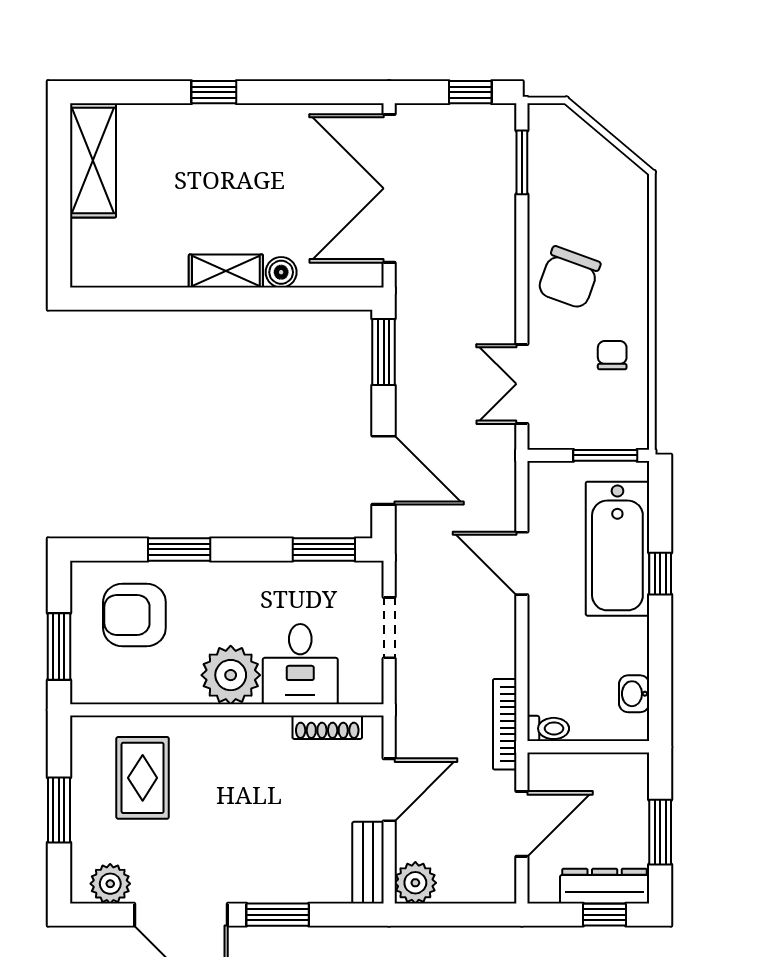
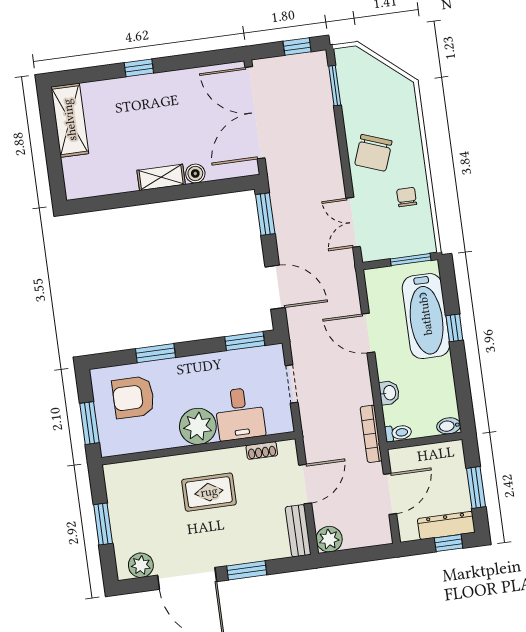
washbasin: (634, 694) -> (389, 393), moved, turned 180
shoe rack: (327, 727) -> (262, 451), width x0.70
bidet: (630, 728) -> (449, 426), added
rug: (143, 778) -> (209, 492), moved, turned 90

